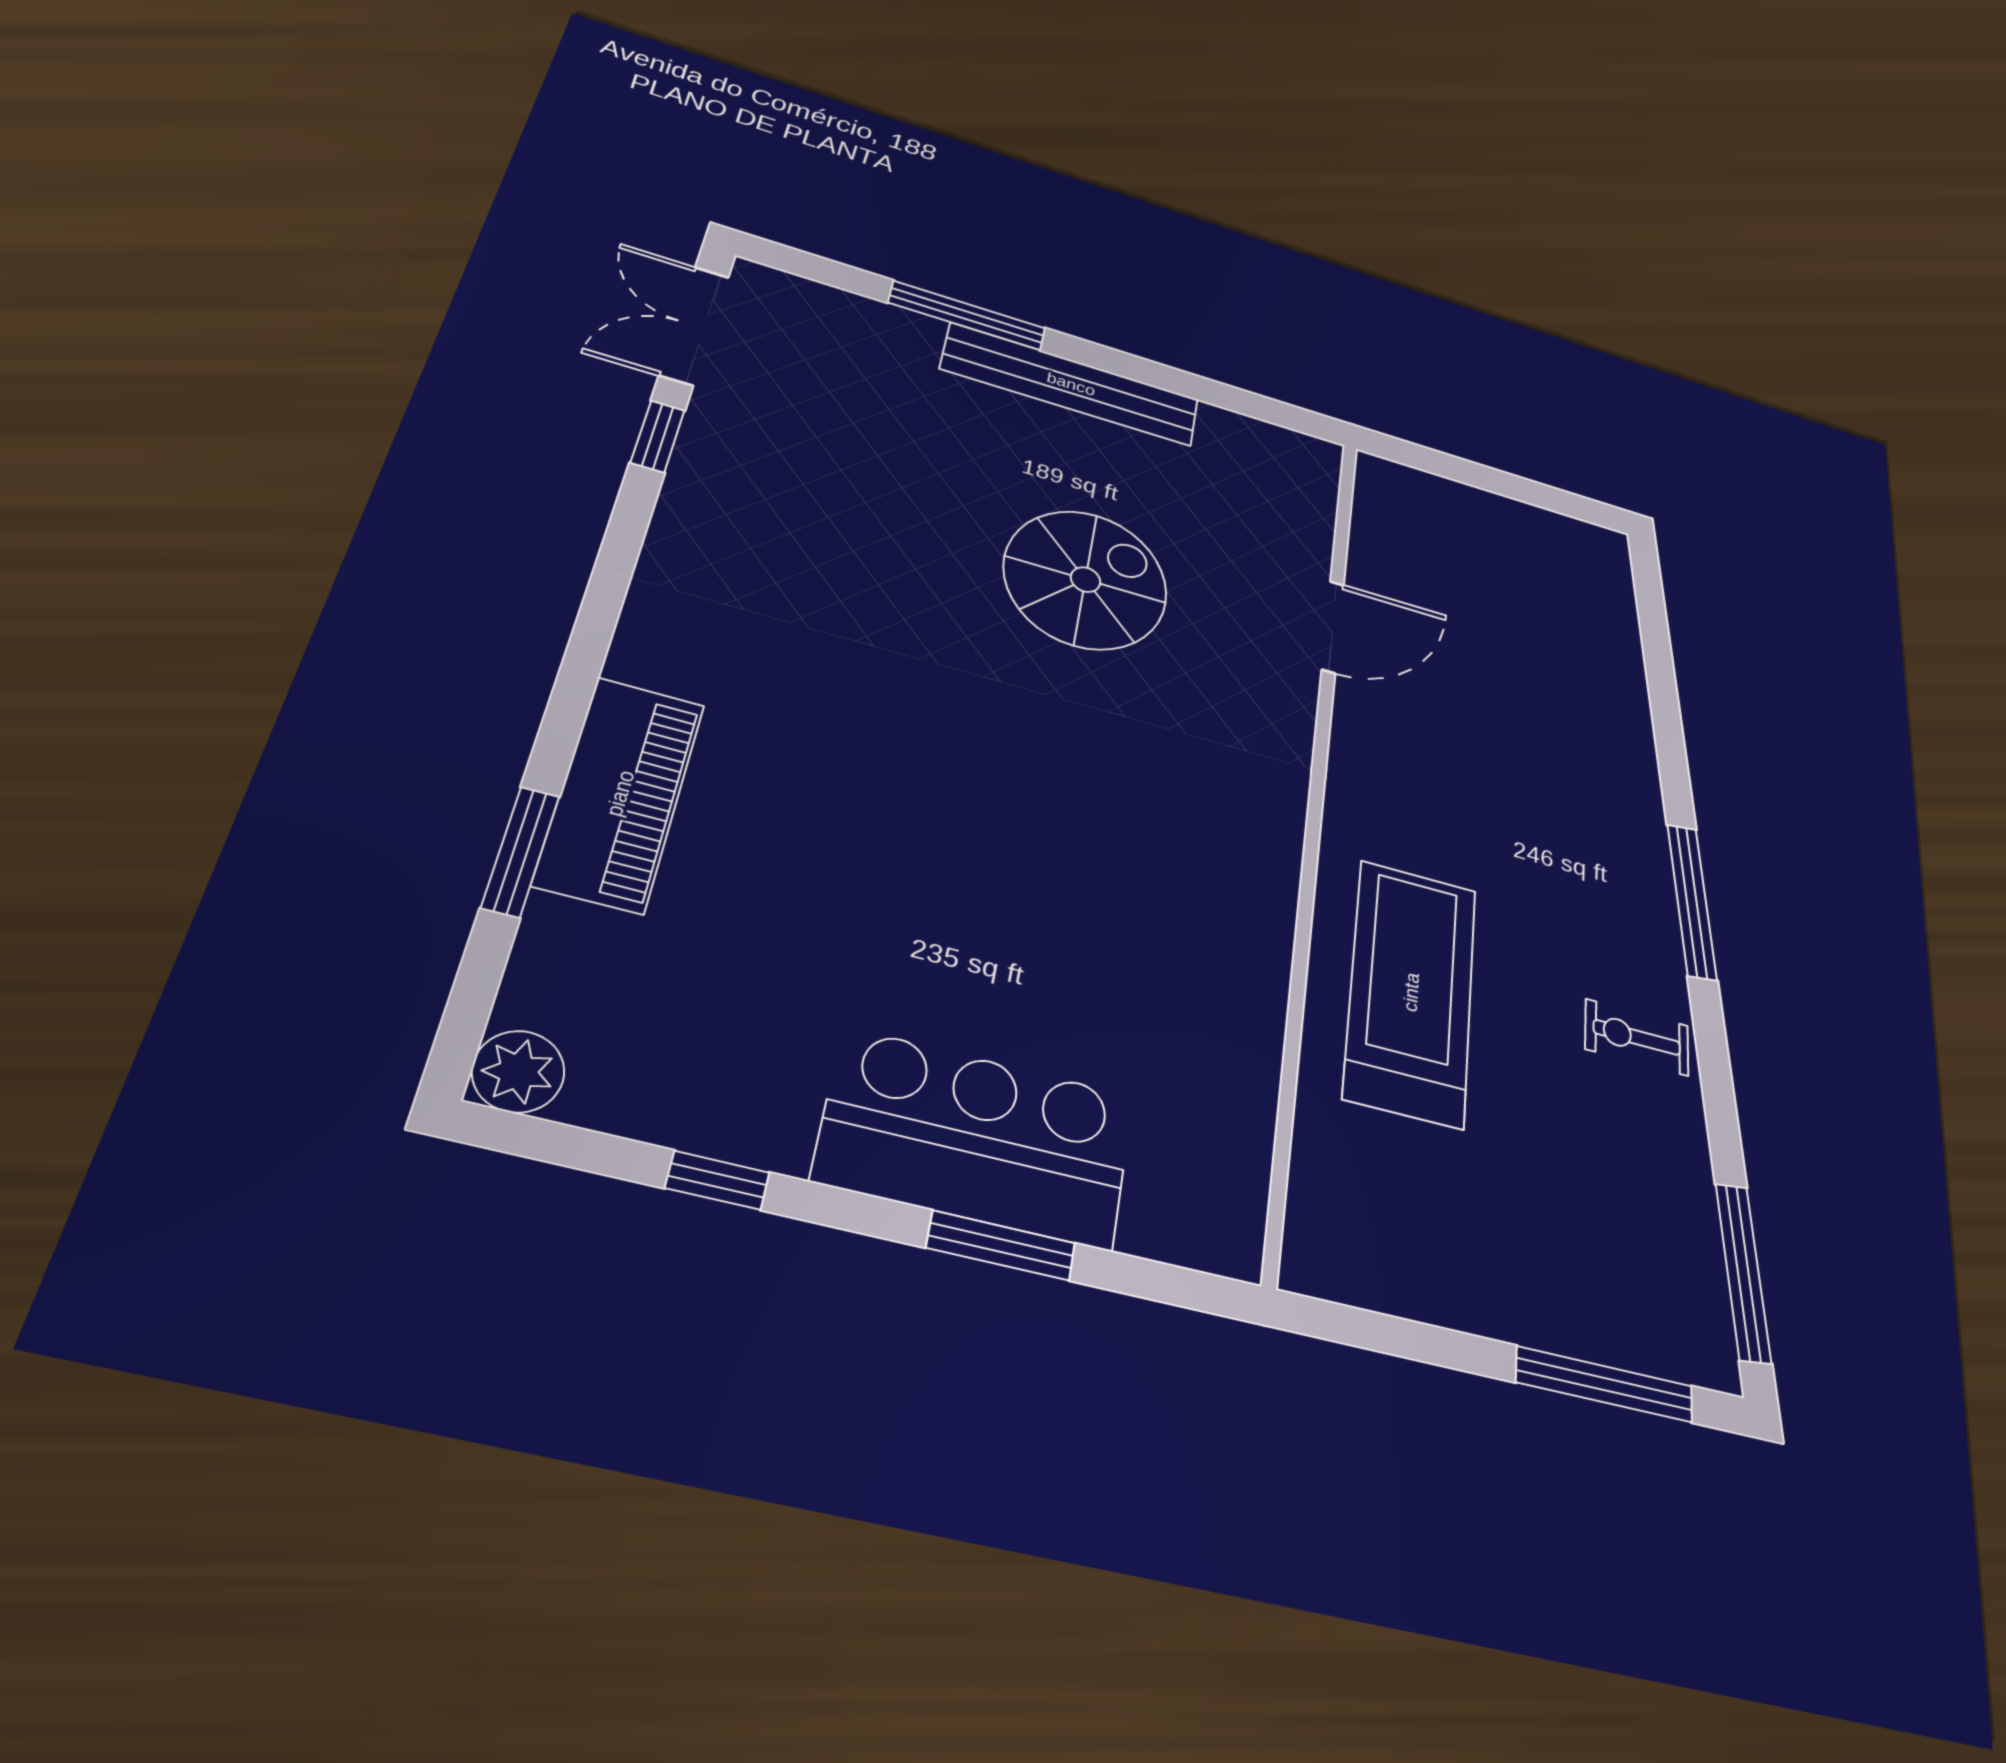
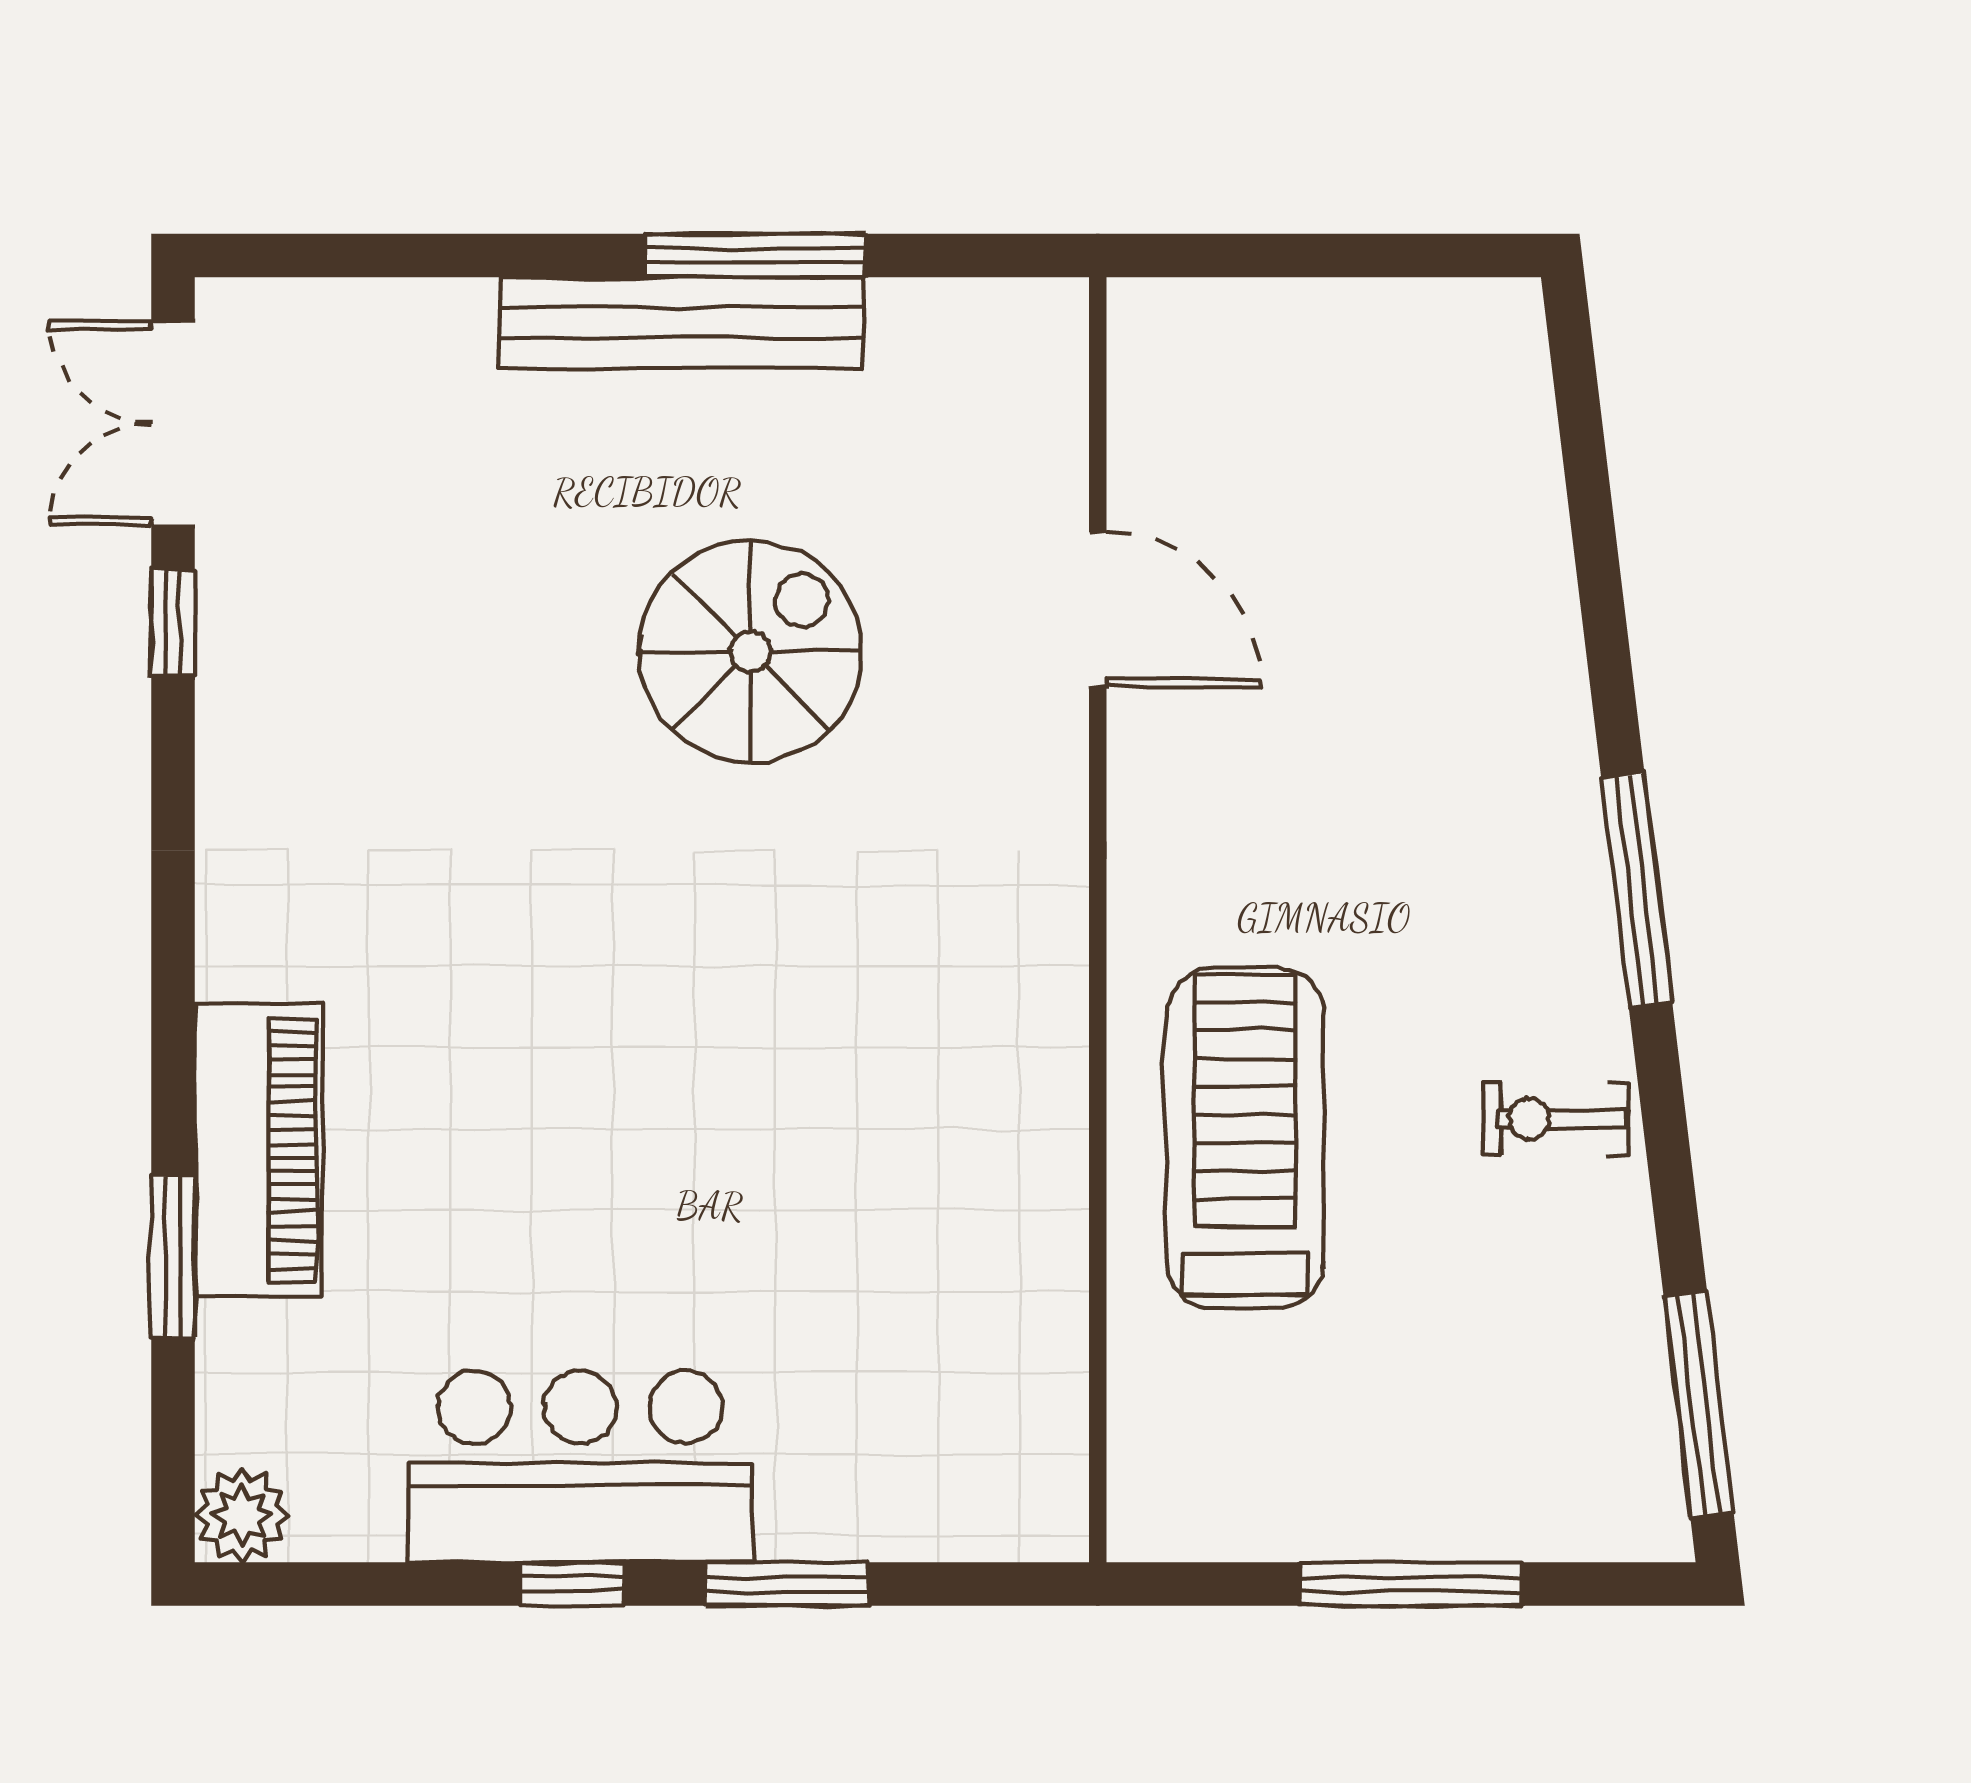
window: (967, 315) -> (755, 255), moved
door: (1333, 627) -> (1098, 610), hinge flipped
bar counter: (976, 1138) -> (580, 1467), moved
window: (717, 1180) -> (572, 1584), moved
window: (1605, 1384) -> (1411, 1584), moved

